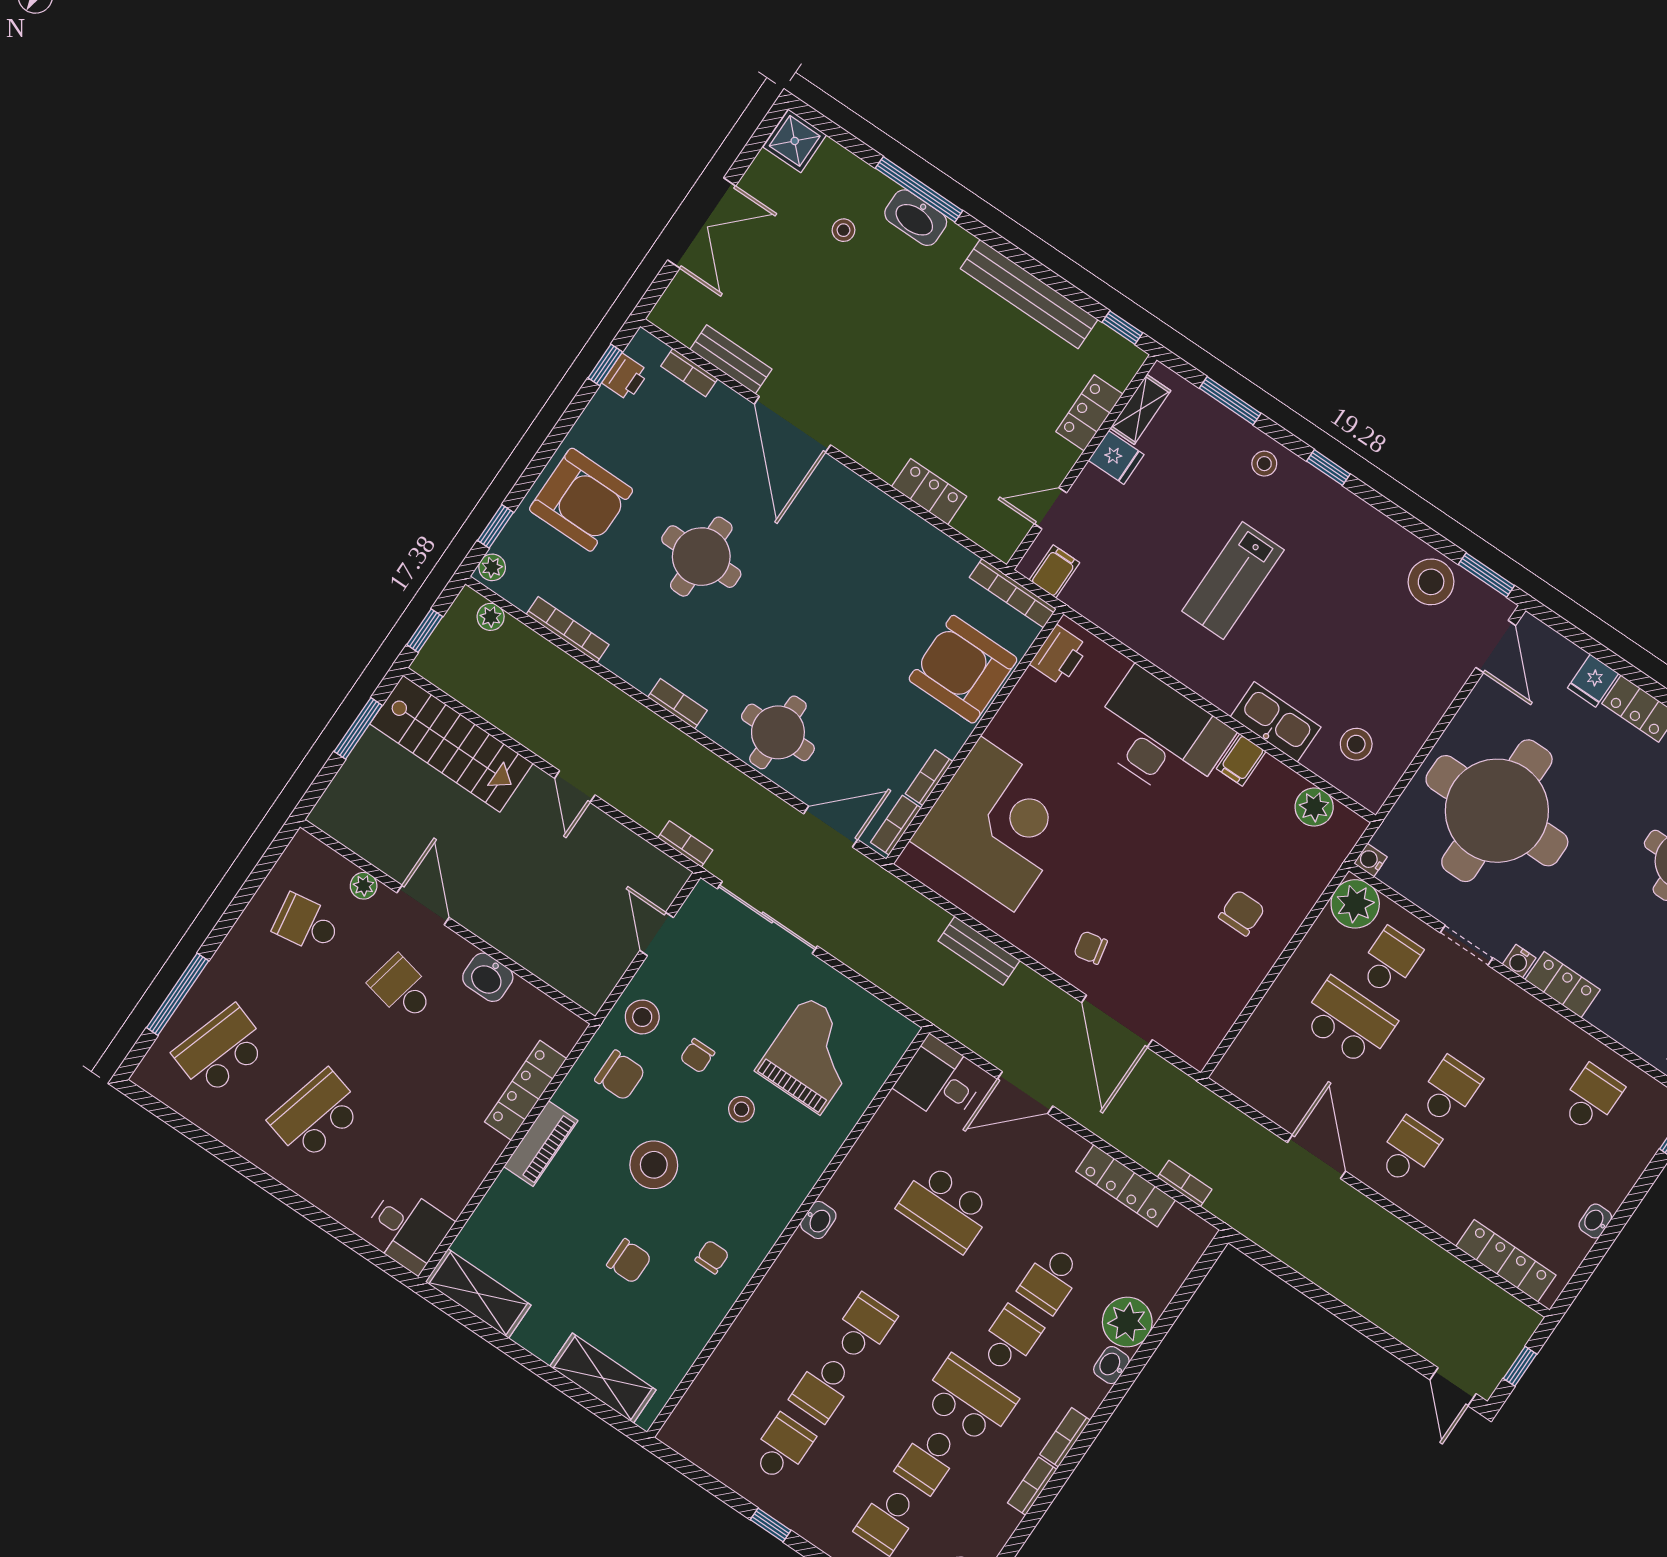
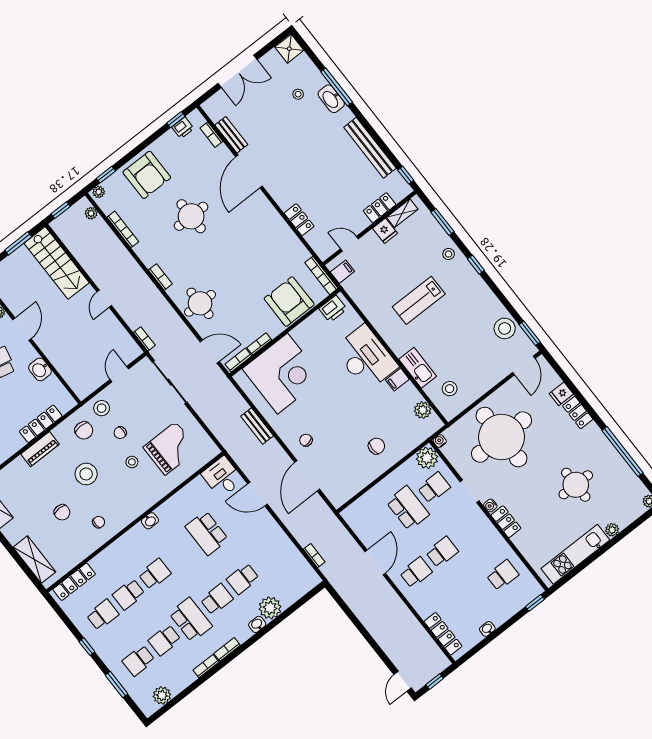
locker: (1126, 1186) -> (74, 582), moved, turned -90

